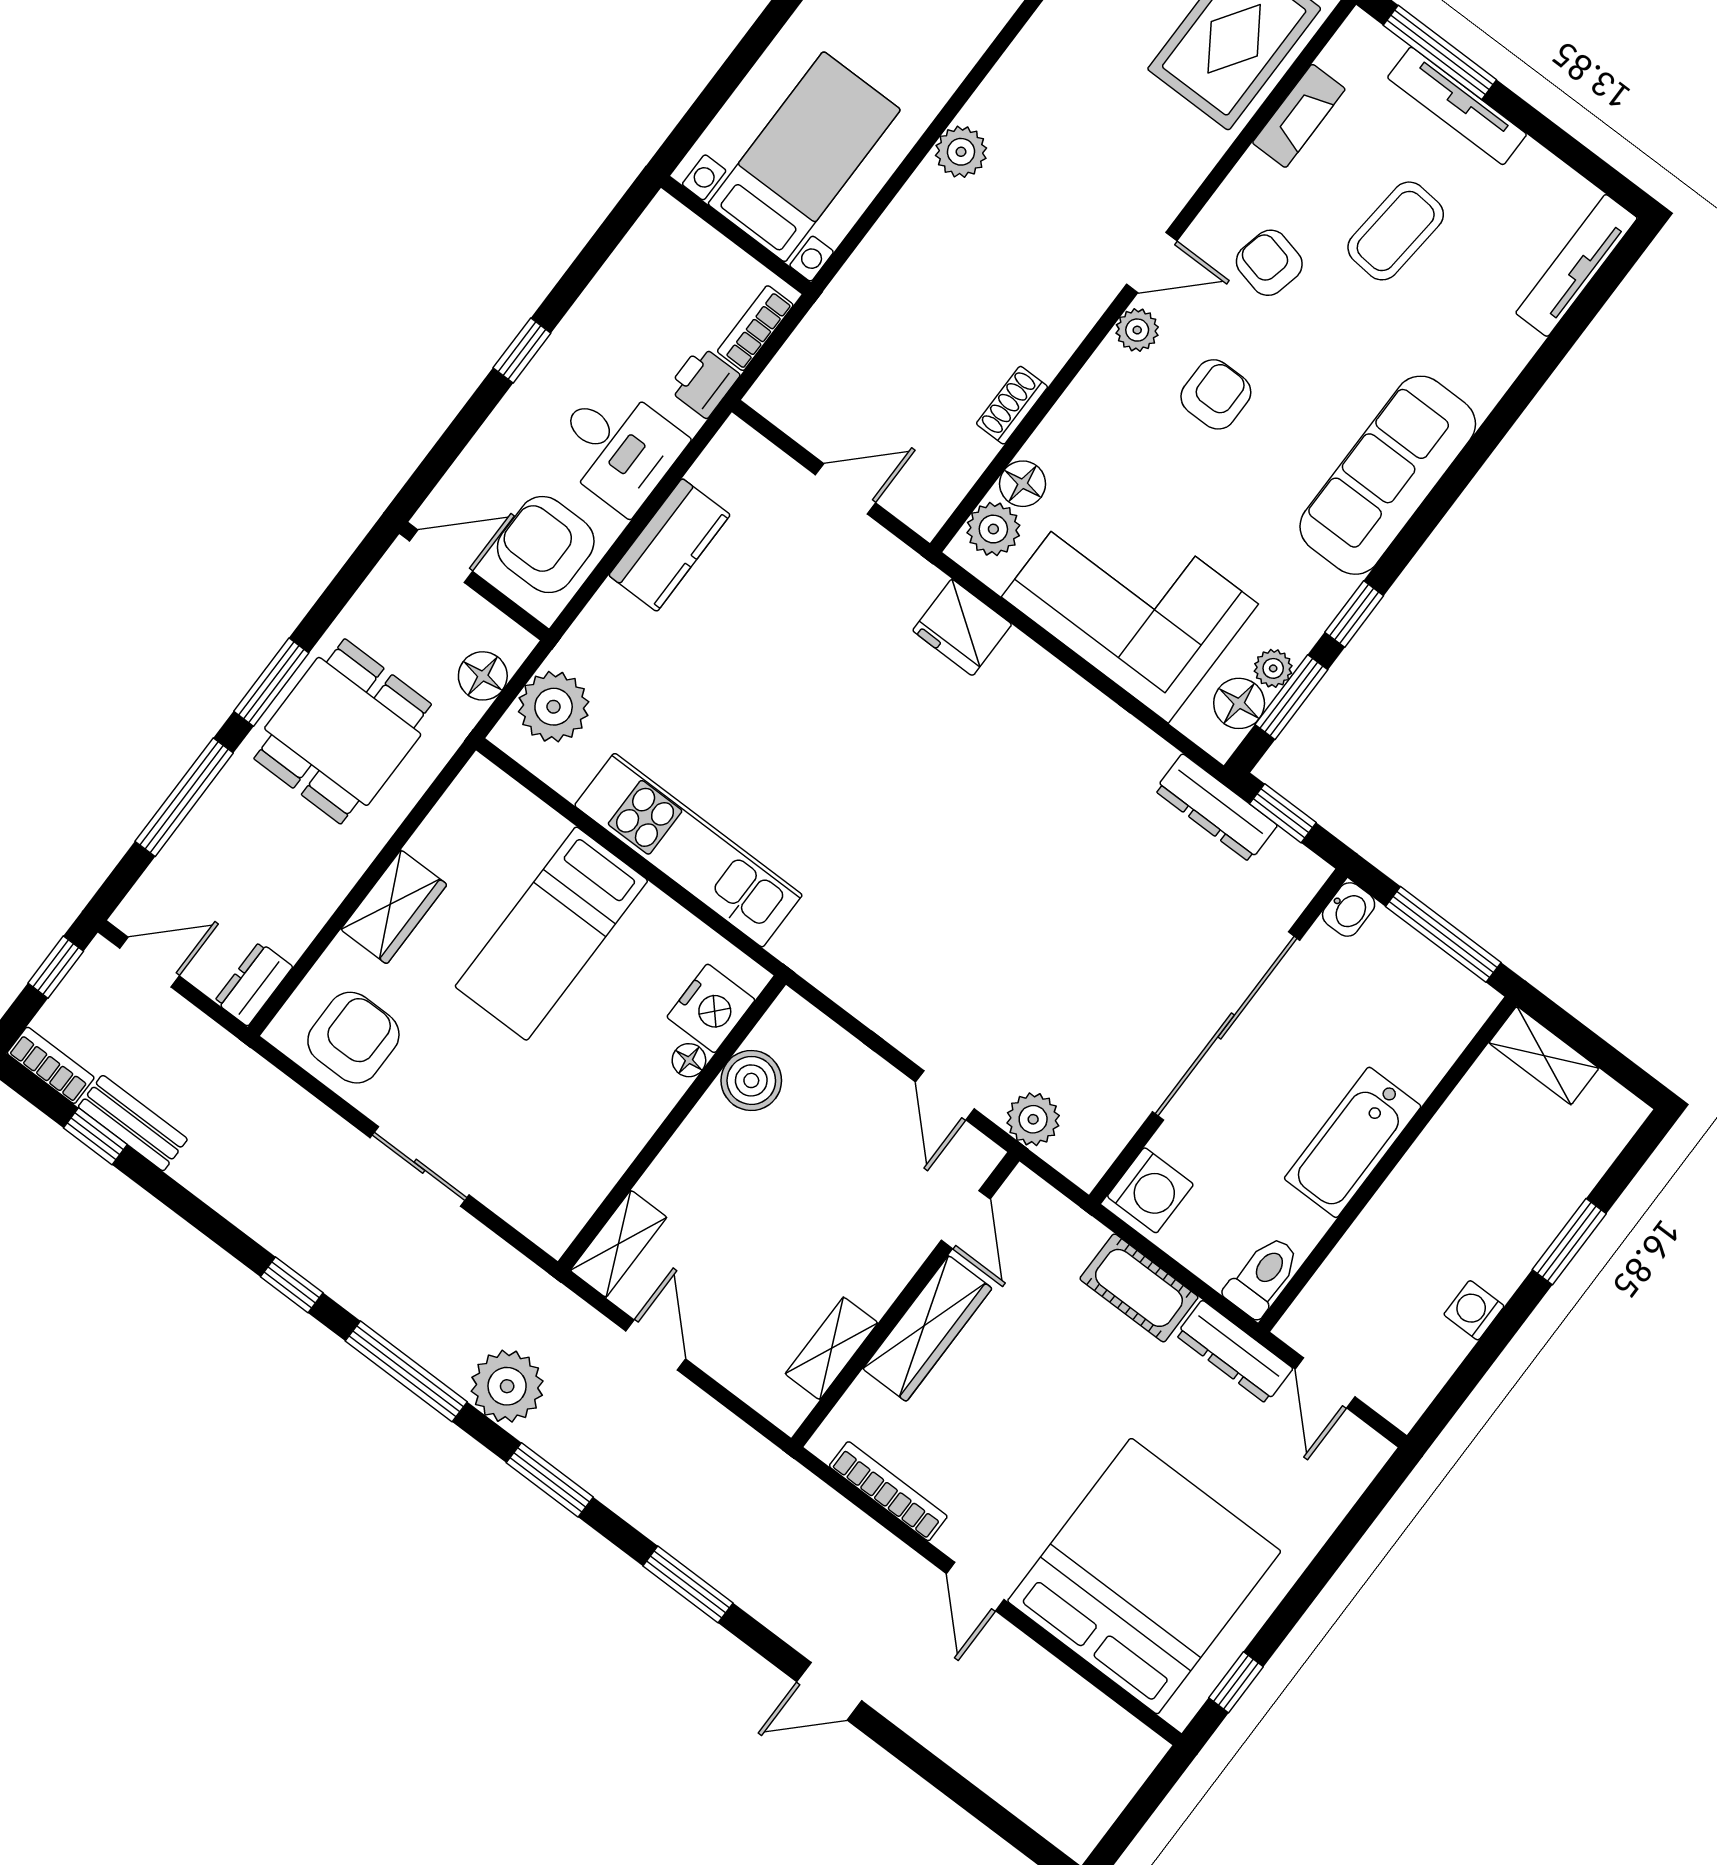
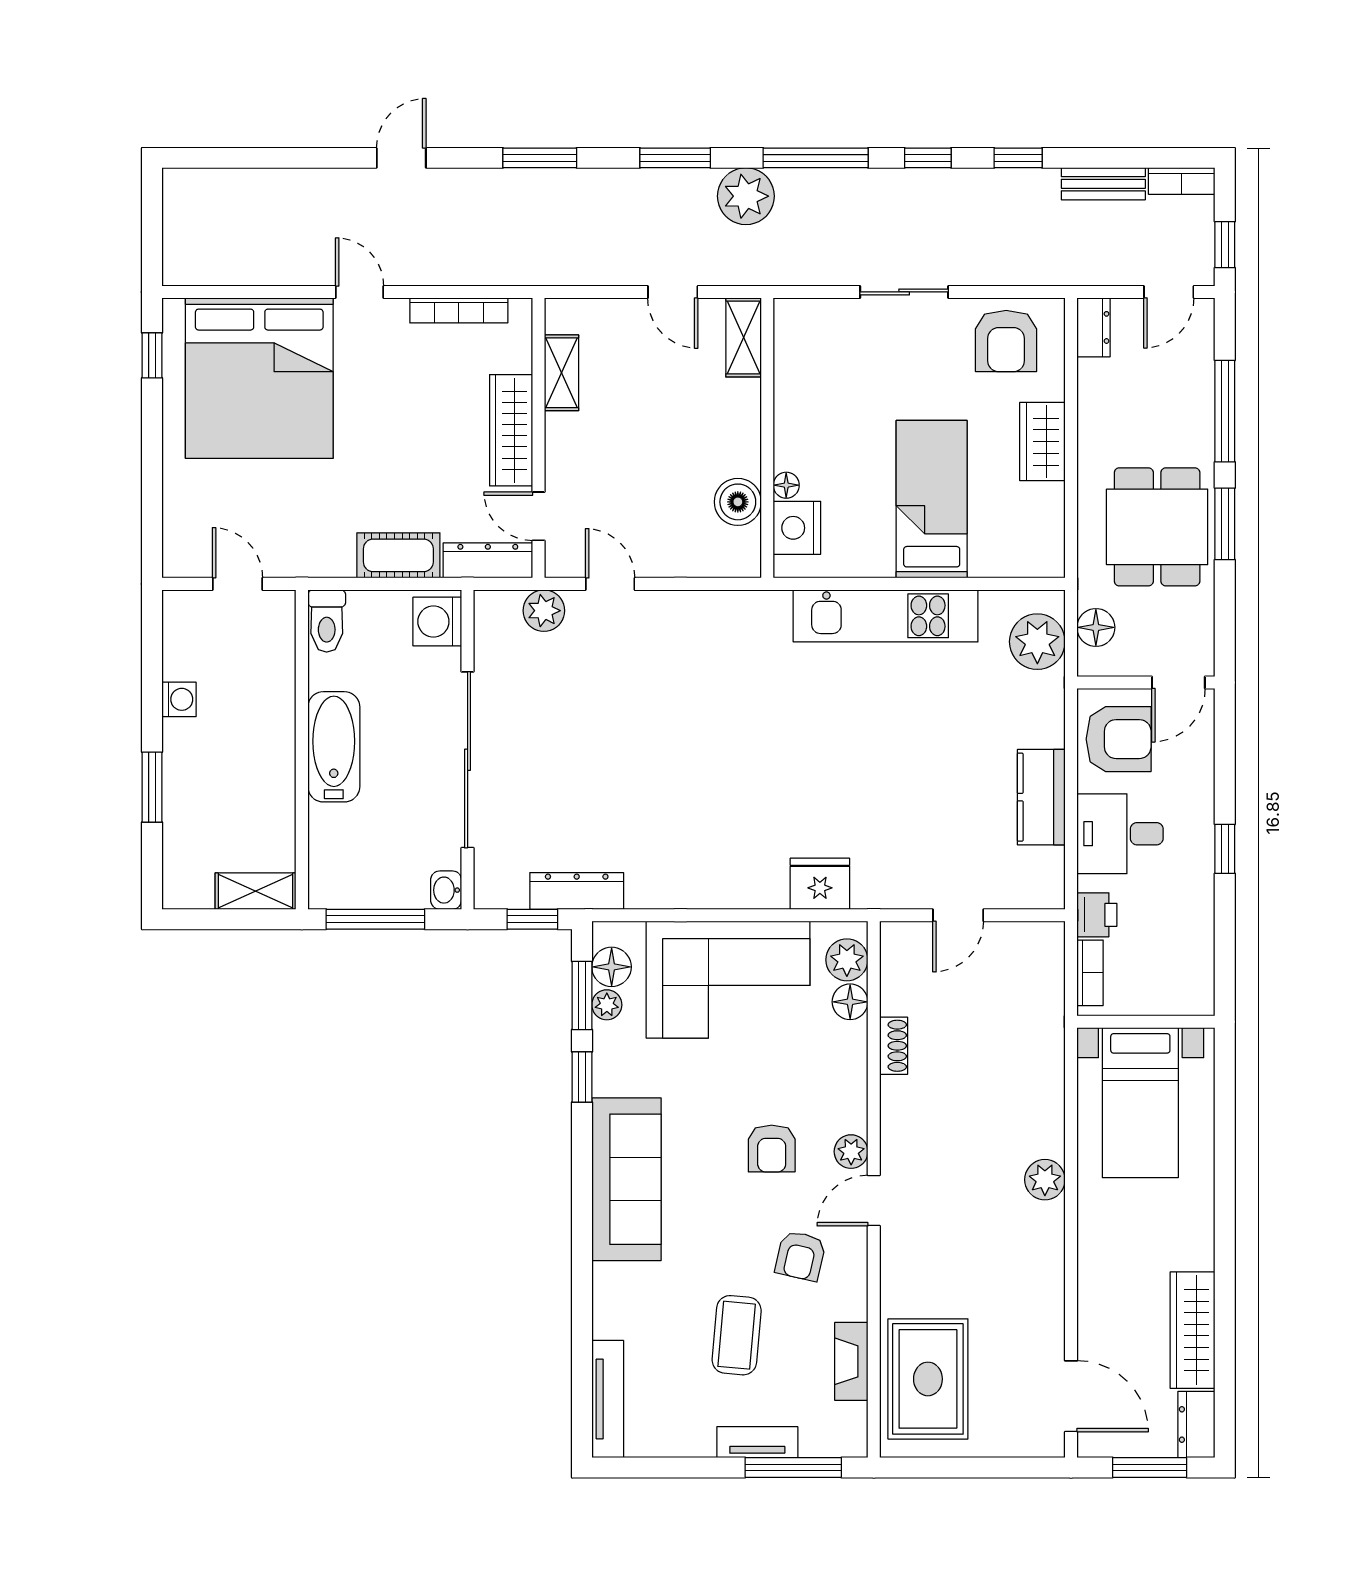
tv unit: (1457, 106) -> (757, 1442), width x0.71
armchair: (1269, 263) -> (800, 1256), turned 90
window: (95, 1136) -> (1018, 158), moved
dresser: (1234, 1352) -> (488, 560), moved

